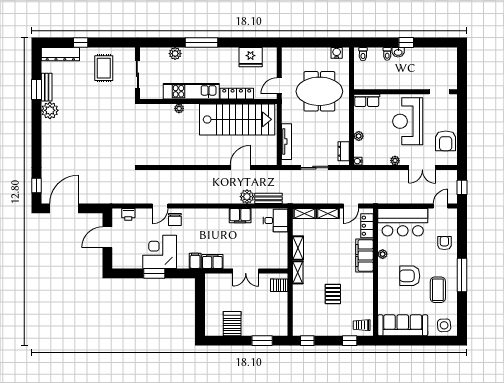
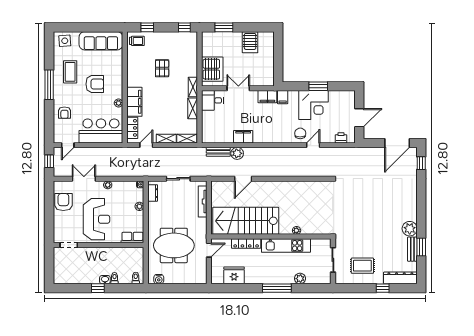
rug: (104, 68) -> (362, 266), turned 90
desk: (275, 221) -> (212, 100), moved
server rack: (279, 285) -> (212, 69), width x2.18, depth x1.44

